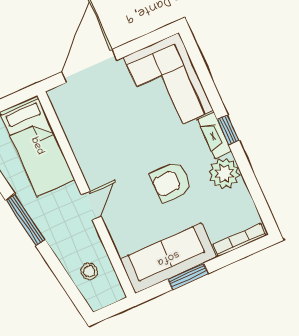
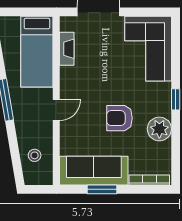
fireplace: (214, 135) -> (67, 49), moved, turned 180

